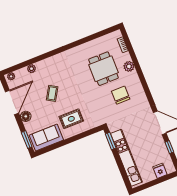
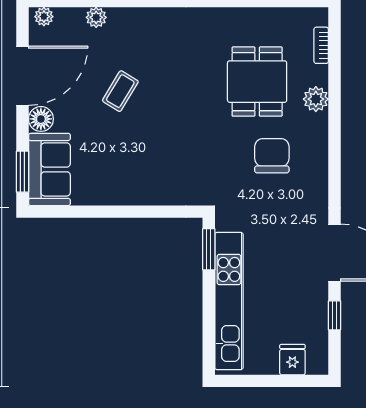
rug: (71, 119) -> (140, 165), removed
sofa: (46, 138) -> (49, 169), moved, turned 90

